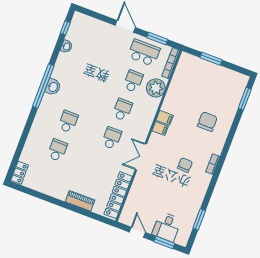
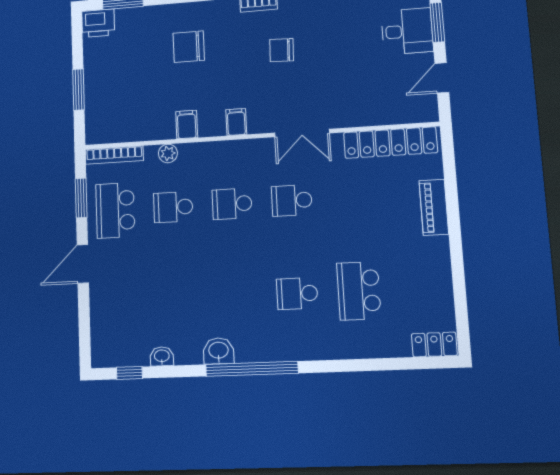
printer: (240, 82) -> (98, 23), added
washbasin: (53, 87) -> (219, 351), moved
plant: (156, 88) -> (168, 153), width x0.53, depth x0.53
filing cabinet: (165, 118) -> (187, 124), moved
school desk: (57, 150) -> (359, 291), width x1.85

